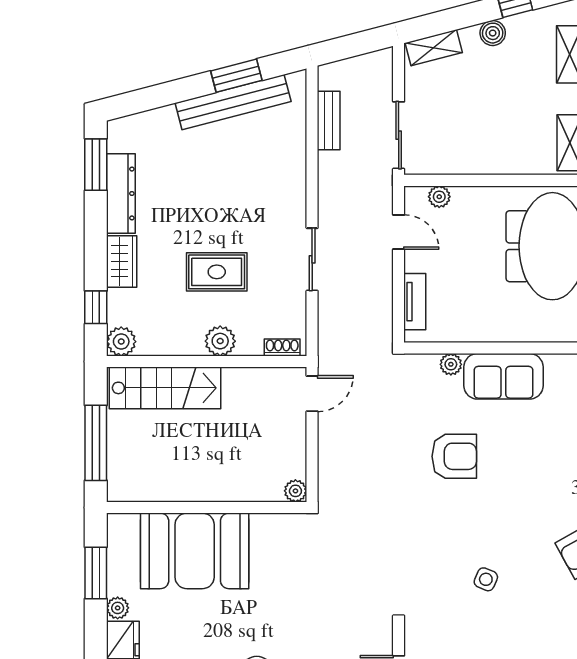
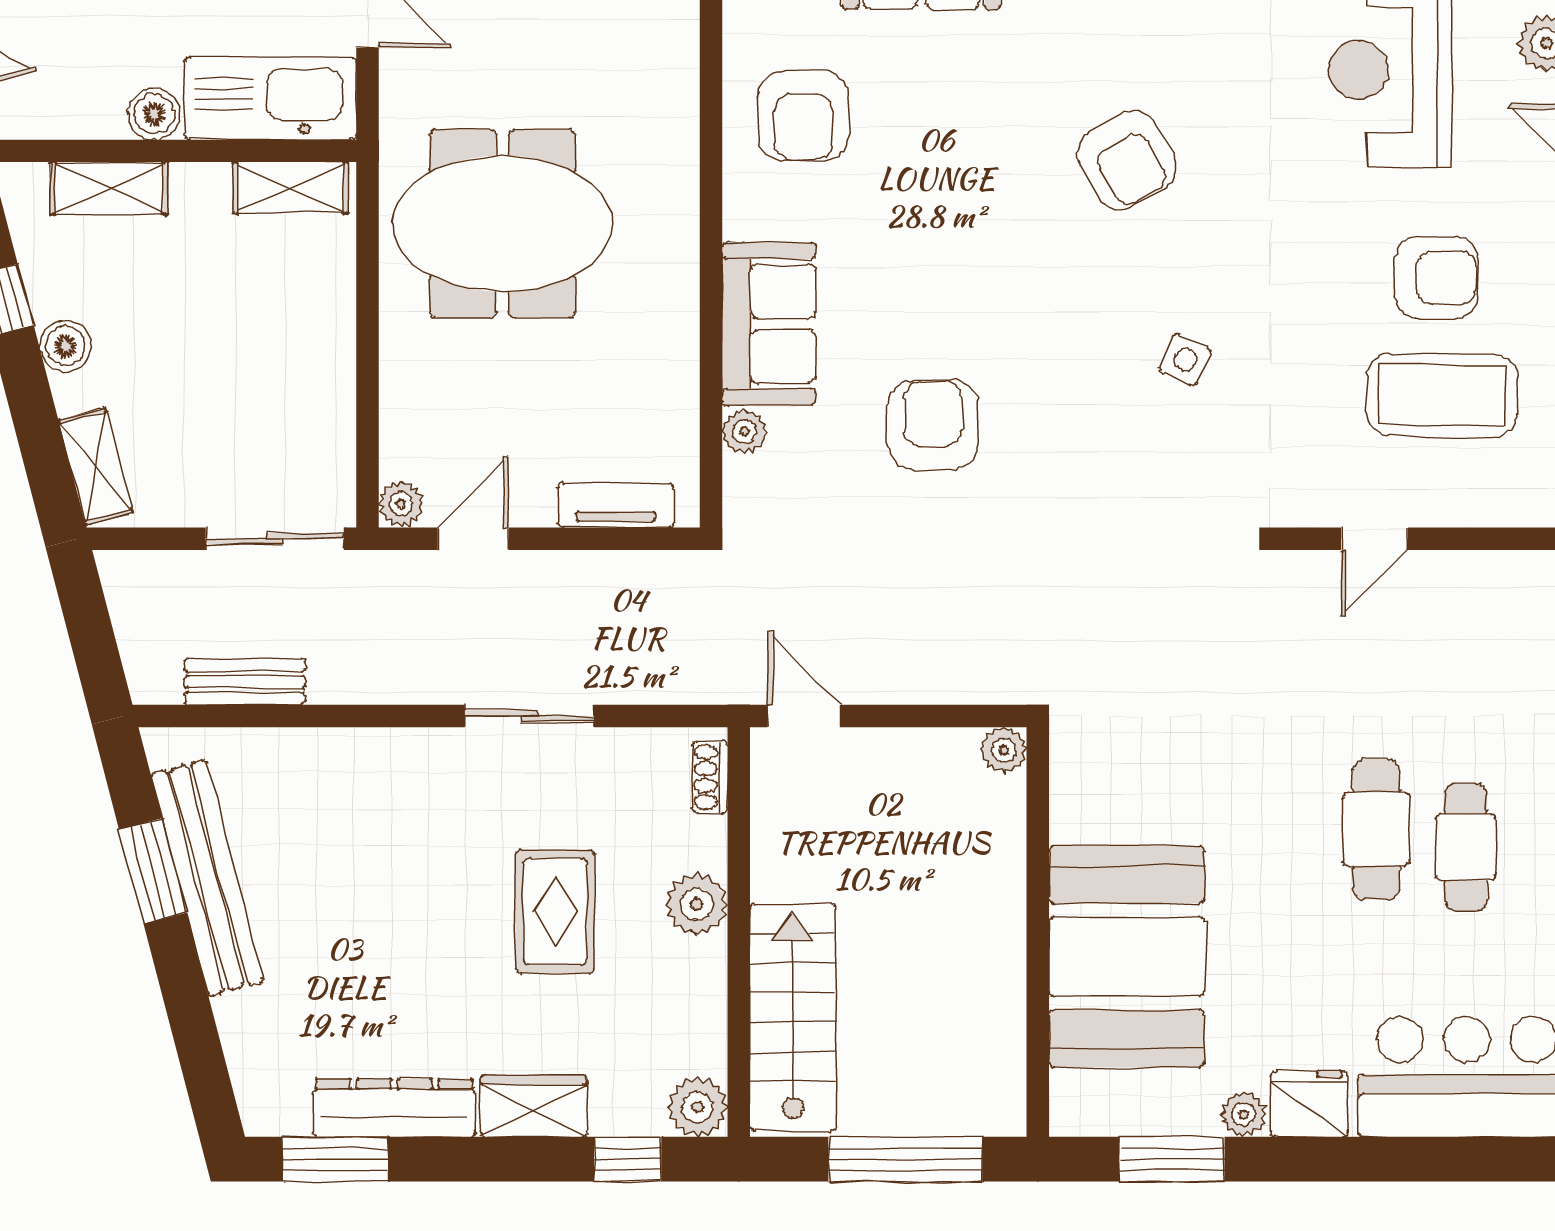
plant: (439, 197) -> (401, 504), moved

